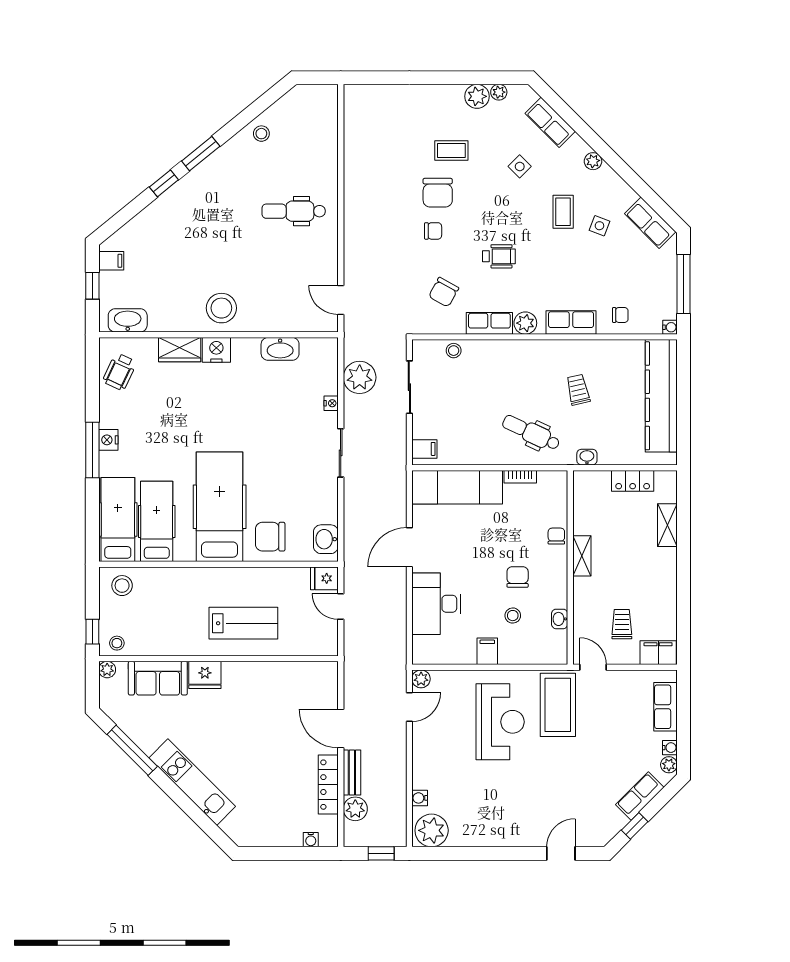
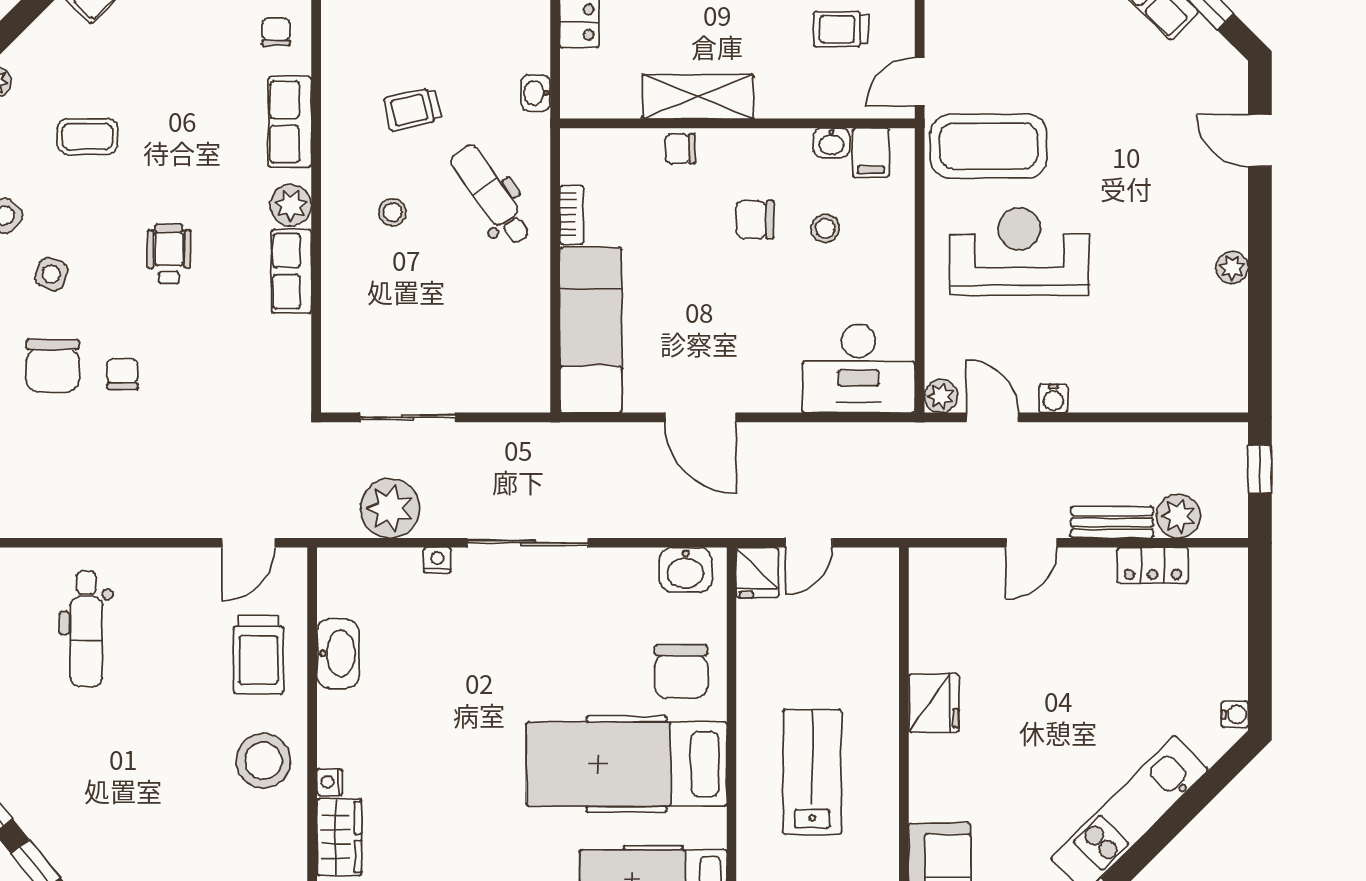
chair: (438, 193) -> (53, 366), turned 90
side table: (599, 226) -> (51, 274), moved
chair: (444, 292) -> (234, 355), removed
trolley: (280, 305) -> (258, 654), added
nightstand: (216, 350) -> (330, 782), width x0.53, depth x0.56
stool: (454, 351) -> (393, 212), moved
dental chair: (531, 433) -> (491, 195), turned 120
filing cabinet: (424, 449) -> (521, 390), removed
sliding door: (341, 453) -> (528, 543), width x1.37
shelving: (582, 556) -> (698, 97), width x1.50, depth x1.33
desk: (436, 604) -> (858, 368), moved
lab bench: (243, 623) -> (812, 772), moved
filing cabinet: (487, 651) -> (871, 153), moved, turned -90
fridge: (205, 675) -> (934, 703), moved
door: (341, 729) -> (1032, 543), width x0.73
locker: (328, 785) -> (1153, 565), width x0.66
water cooler: (420, 798) -> (1053, 398), moved
plant: (432, 830) -> (1232, 268), moved, width x0.53, depth x0.53
water cooler: (311, 840) -> (1235, 714), moved

